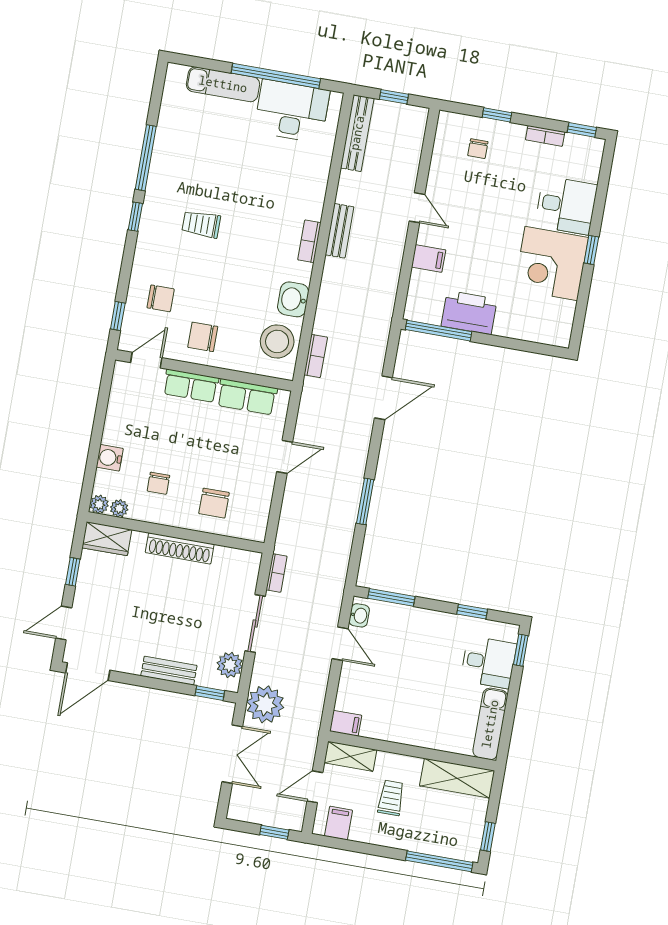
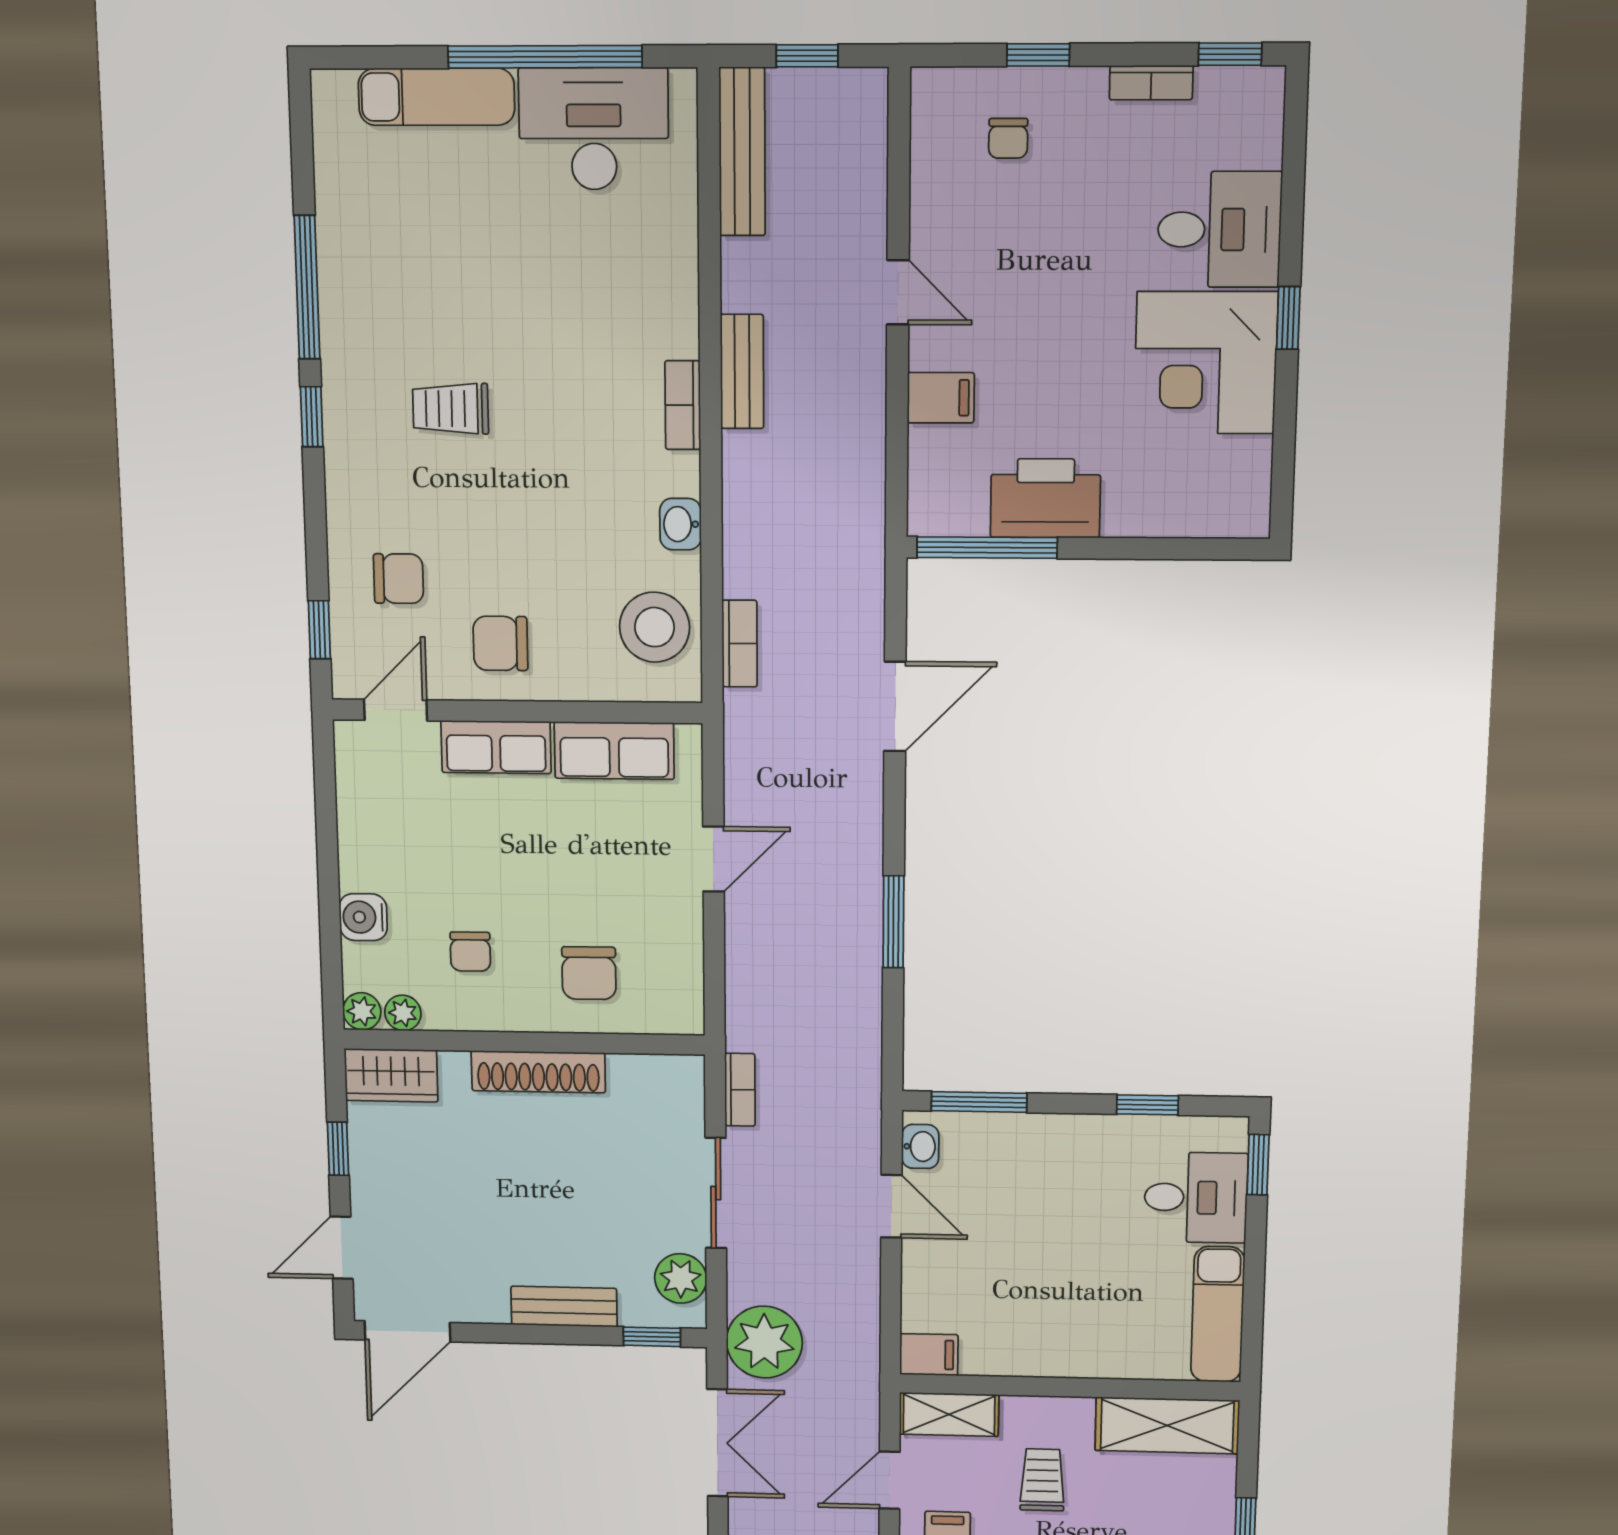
washbasin: (293, 299) -> (680, 524), width x0.72, depth x0.69

